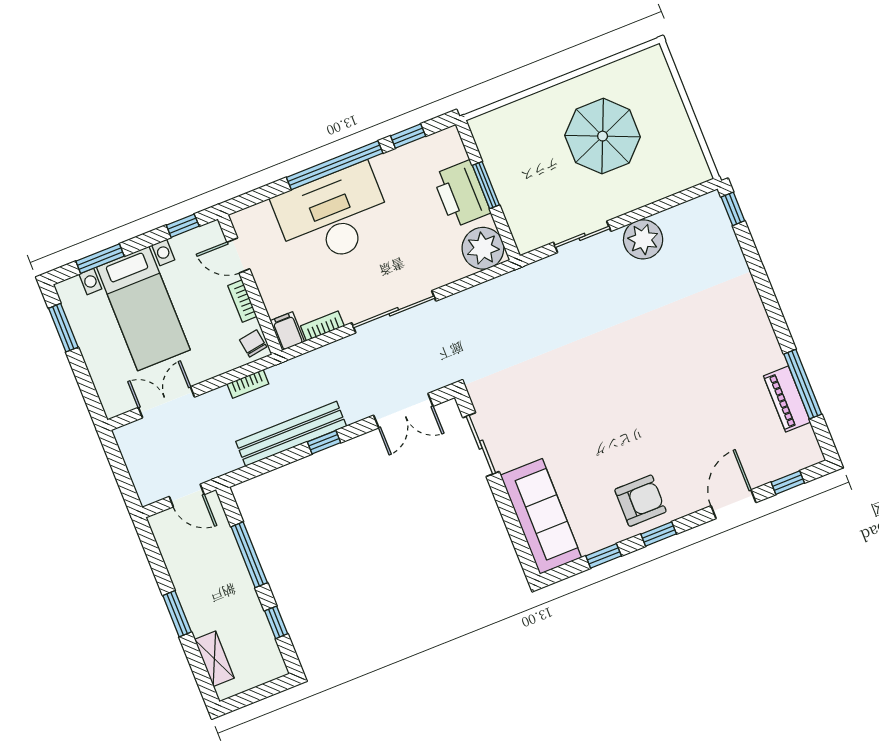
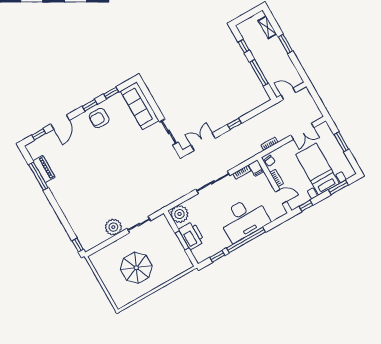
window: (63, 328) -> (341, 142), moved
bench: (291, 434) -> (249, 126), removed

